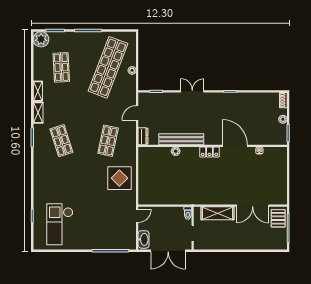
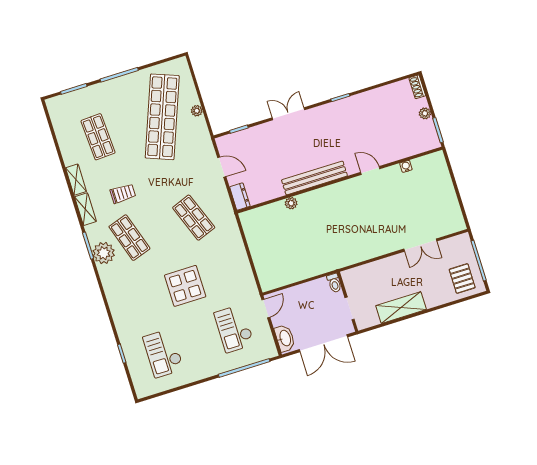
plant: (41, 39) -> (104, 253), moved
trolley: (66, 110) -> (123, 194), added
door: (137, 113) -> (222, 167), swing flipped
bench: (181, 139) -> (314, 178), moved
shop shelf: (108, 141) -> (194, 218), turned -33
door: (235, 146) -> (370, 171), width x0.53
locker: (209, 152) -> (338, 190), removed
display table: (119, 178) -> (185, 286), moved
double door: (253, 206) -> (420, 245), width x0.73
shelving: (217, 213) -> (401, 308), moved
pallet: (278, 218) -> (462, 278), moved
checkout: (112, 223) -> (234, 329), added
checkout: (60, 224) -> (163, 353), width x0.73, depth x0.83

